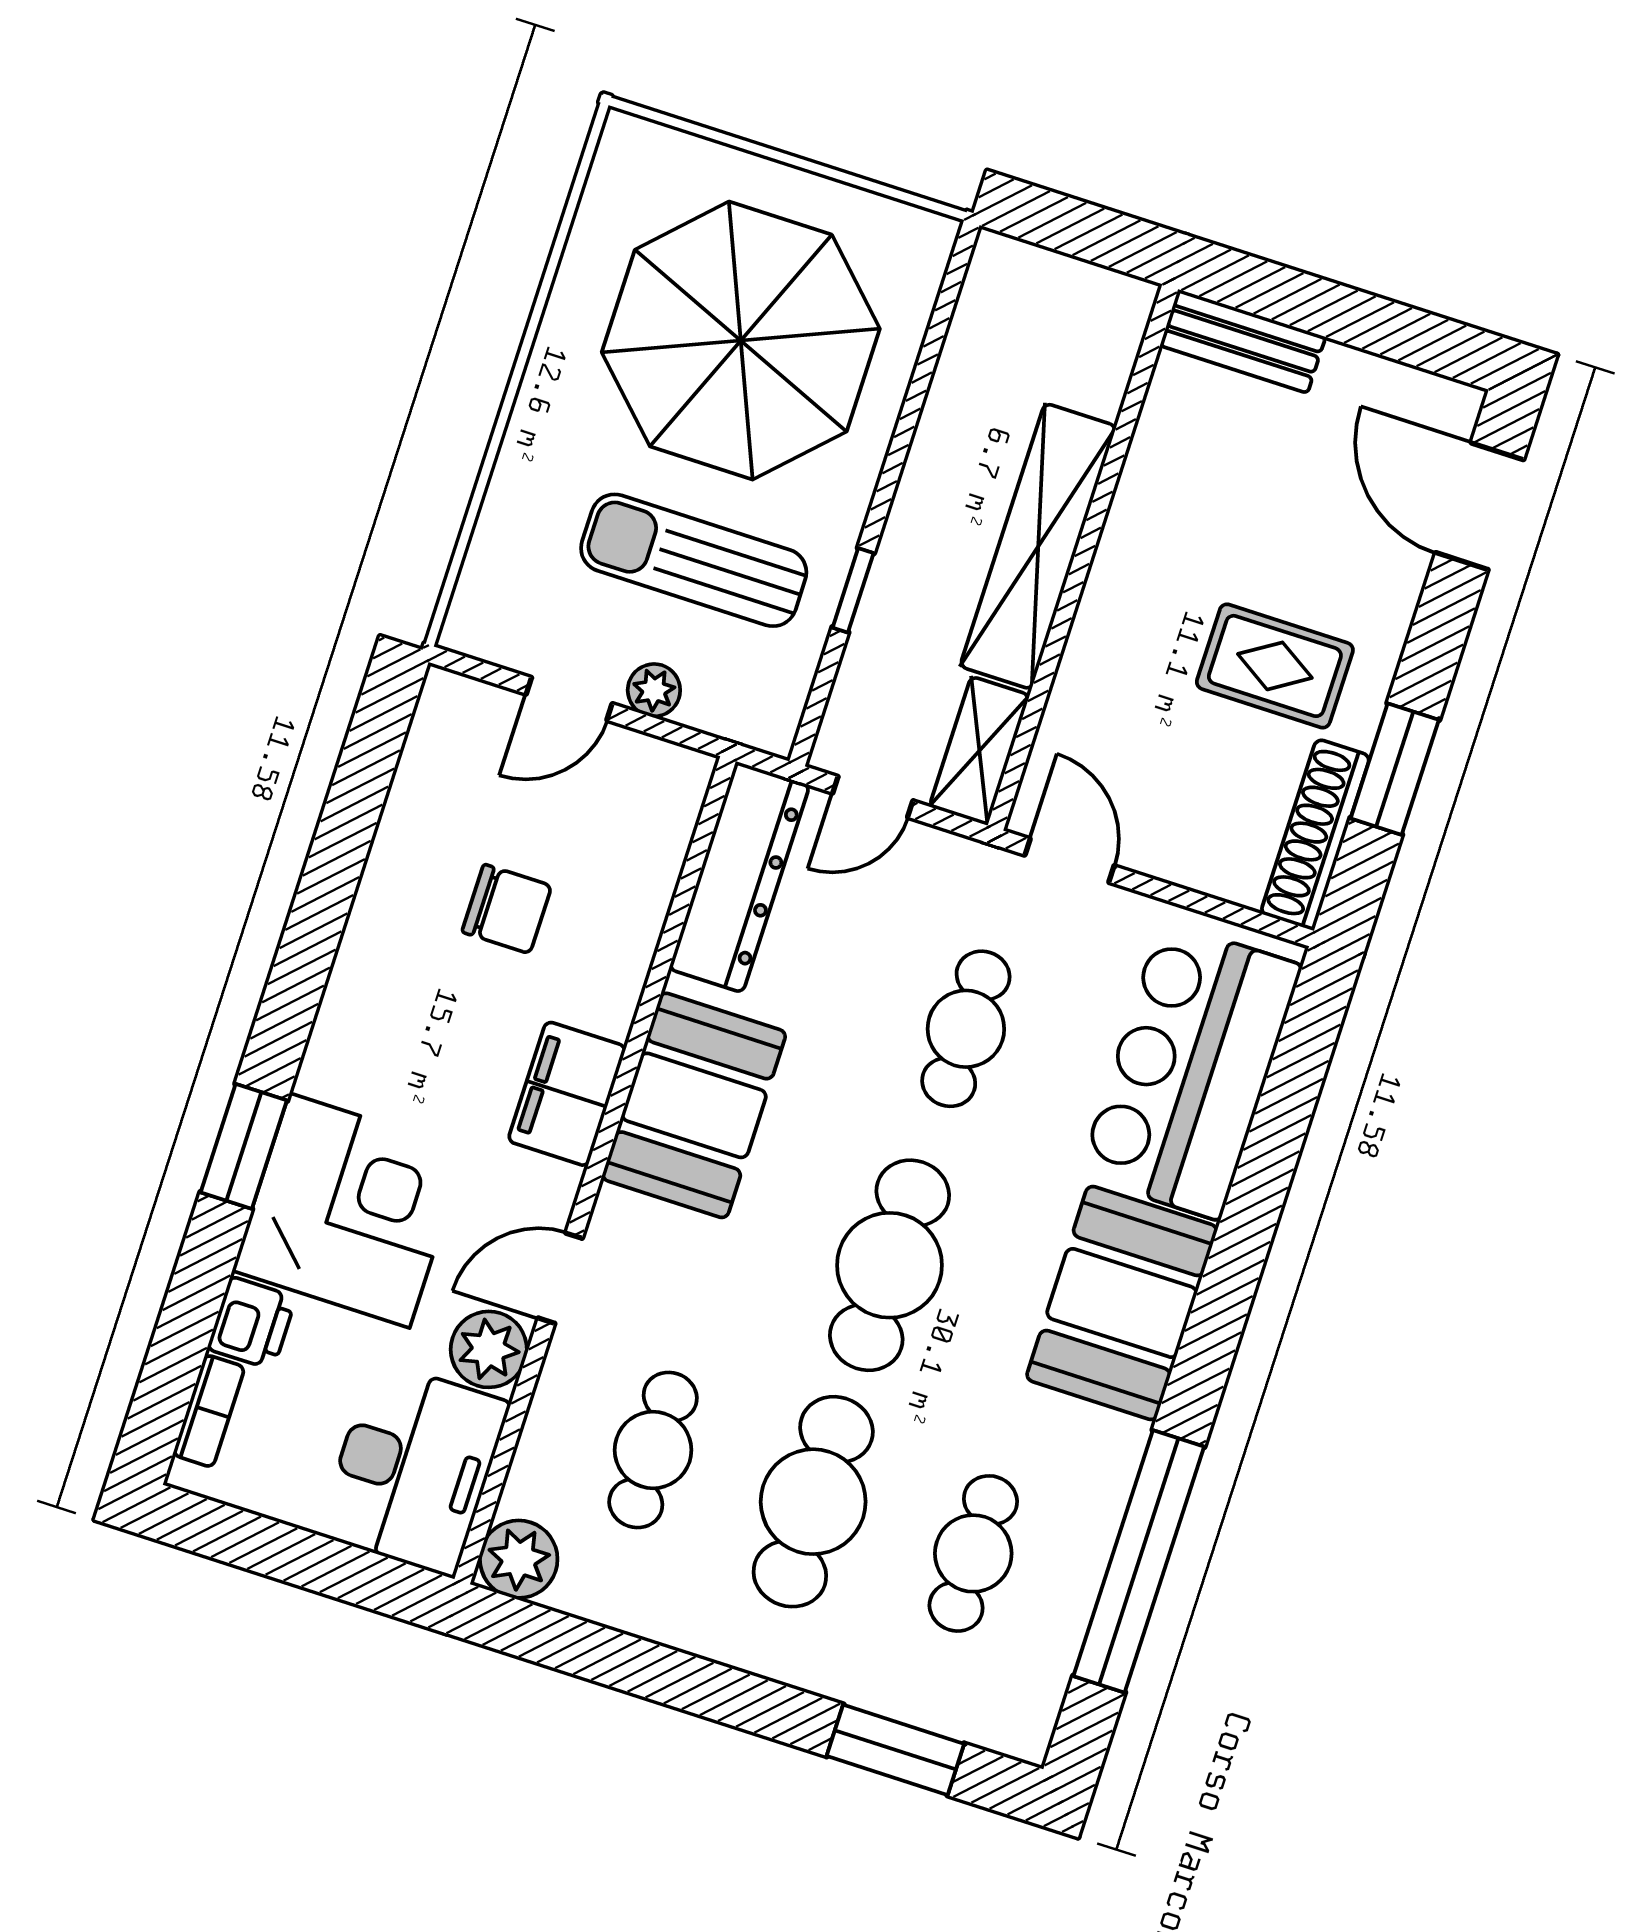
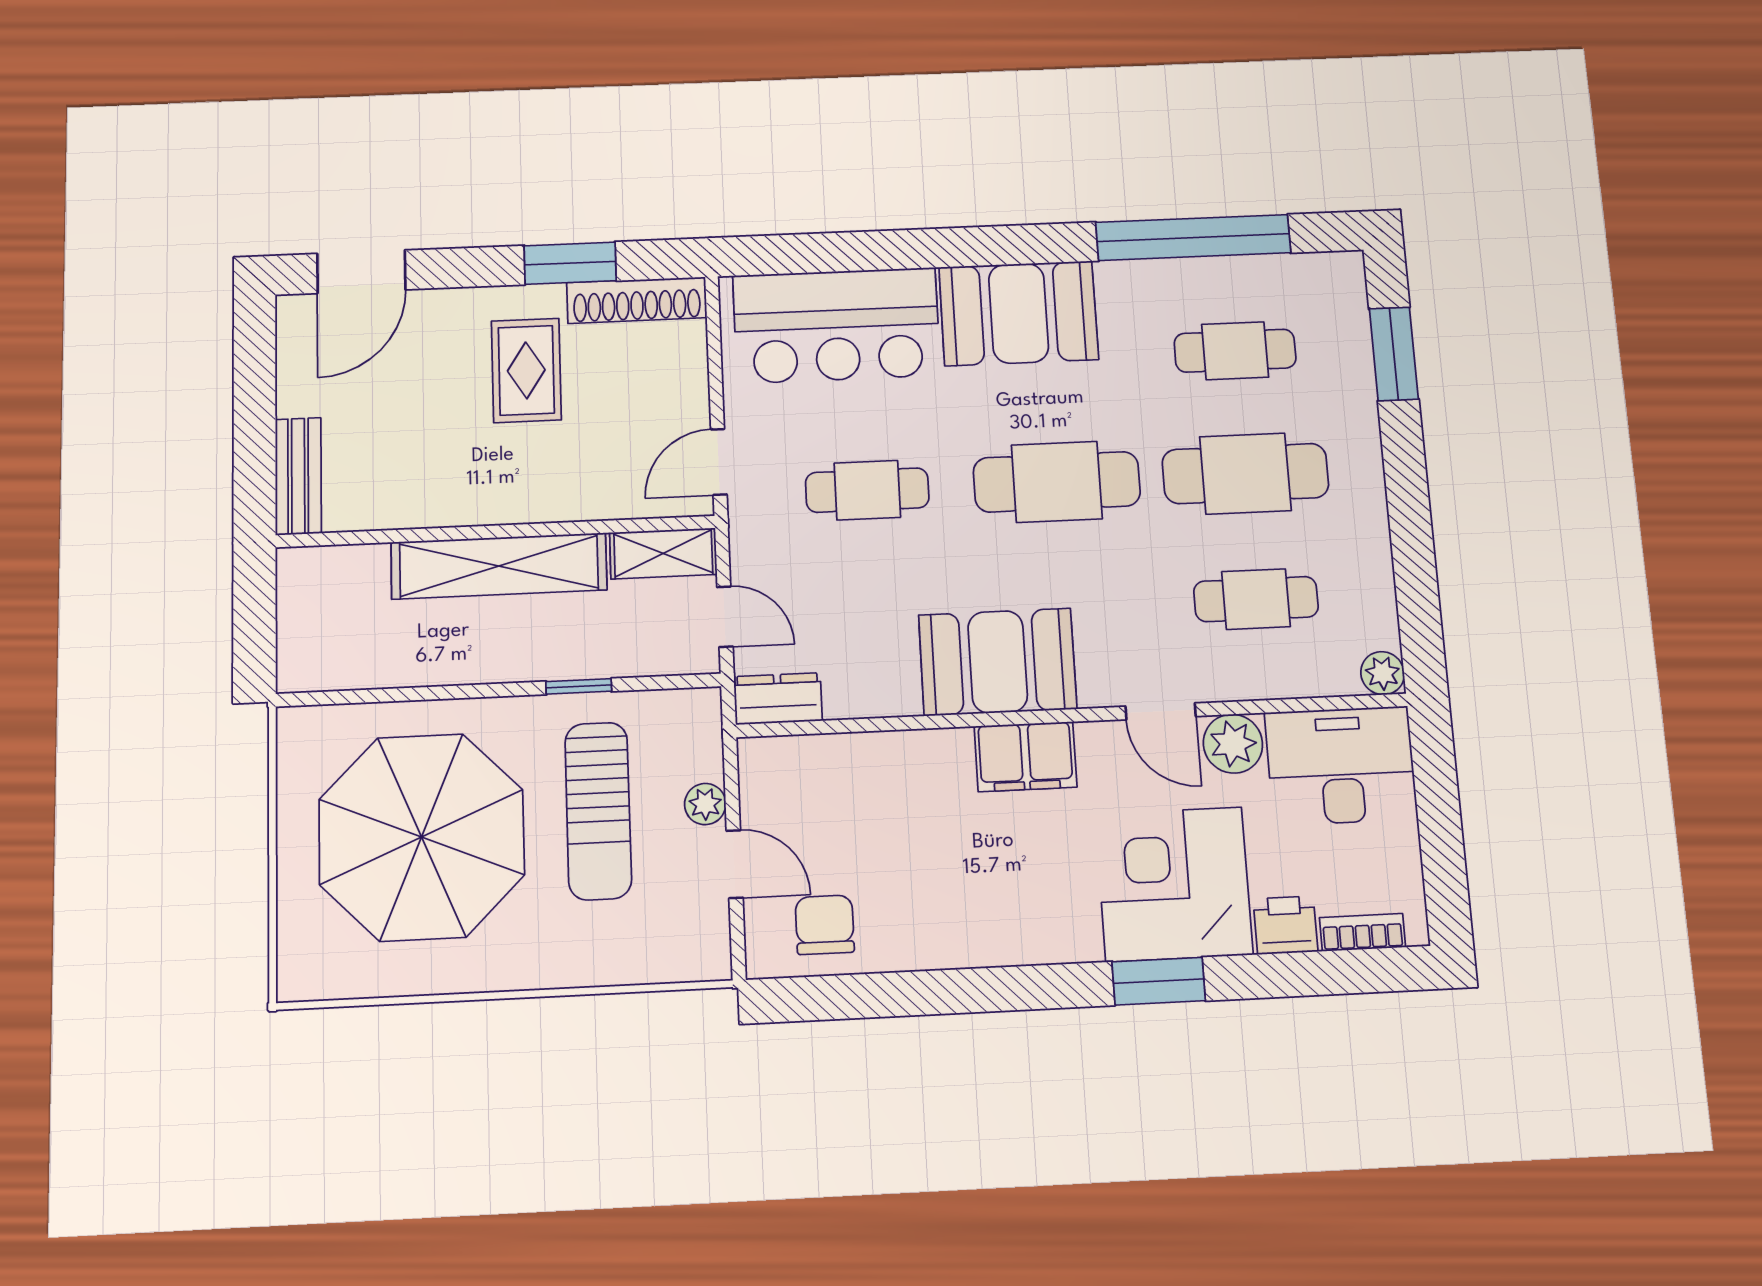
dresser: (739, 877) -> (778, 699), width x0.51, depth x0.80
chair: (507, 909) -> (825, 925), moved
plant: (519, 1559) -> (1383, 673), width x0.73, depth x0.73

